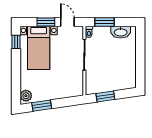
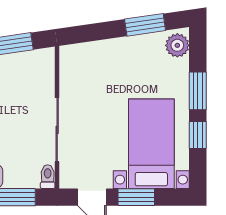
window: (16, 42) -> (198, 135), moved
window: (16, 74) -> (198, 91), added

